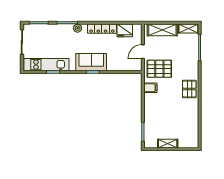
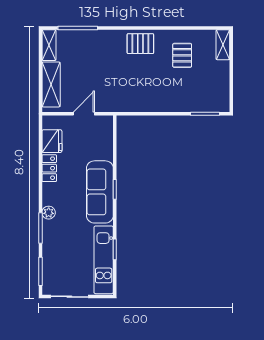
locker: (102, 29) -> (49, 168), width x0.66
door: (143, 52) -> (84, 114), swing flipped
sofa: (91, 62) -> (100, 192), width x1.36
pallet: (159, 69) -> (182, 55), moved, width x0.67, depth x0.71
filing cabinet: (150, 88) -> (139, 102), removed
shelving: (168, 144) -> (223, 45), moved

